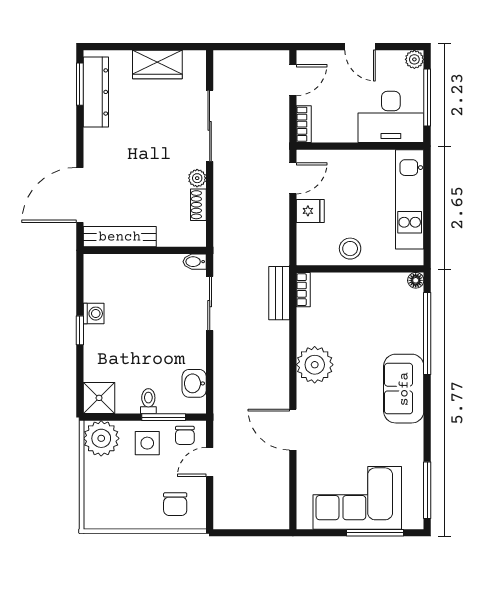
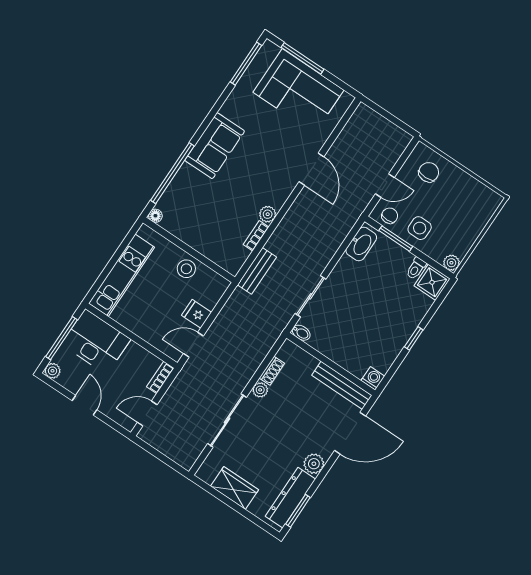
plant: (95, 141) -> (314, 464), added
bookcase: (303, 290) -> (256, 236), moved
washing machine: (94, 314) -> (373, 378), moved, turned 90
plant: (315, 365) -> (268, 214), width x0.53, depth x0.53
washbasin: (194, 383) -> (361, 244), width x1.38
toilet: (148, 401) -> (416, 268), moved
plant: (101, 438) -> (451, 263), width x0.53, depth x0.53

